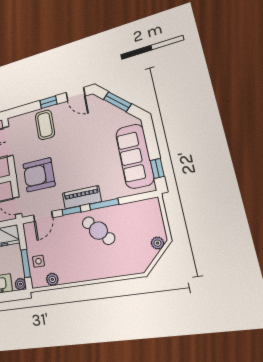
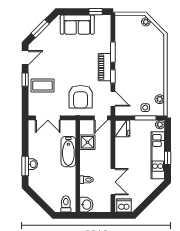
sofa: (135, 156) -> (77, 25), width x0.73
cafe table: (98, 231) -> (131, 60), removed

